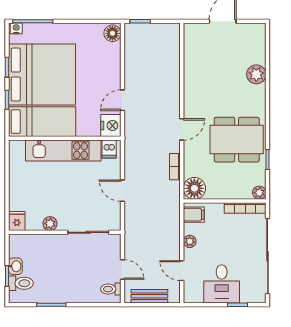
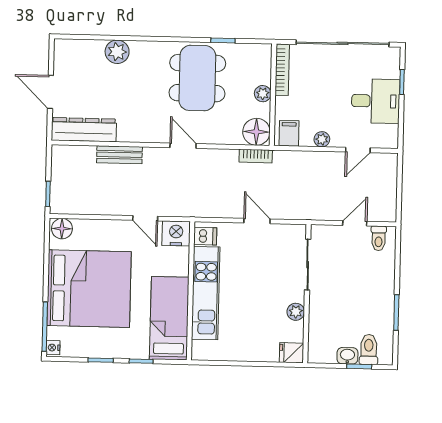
dresser: (193, 49) -> (84, 130), added
bed: (42, 74) -> (89, 289), moved, turned 90
bookcase: (175, 167) -> (256, 156), moved
door: (122, 191) -> (257, 221), swing flipped
plant: (259, 193) -> (263, 94), moved
bench: (149, 296) -> (119, 155), moved, turned 90

